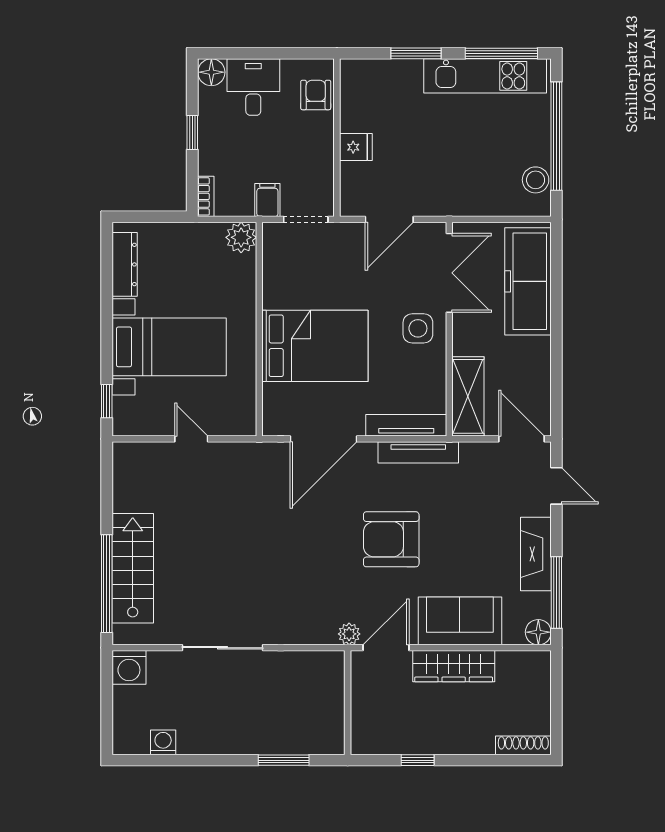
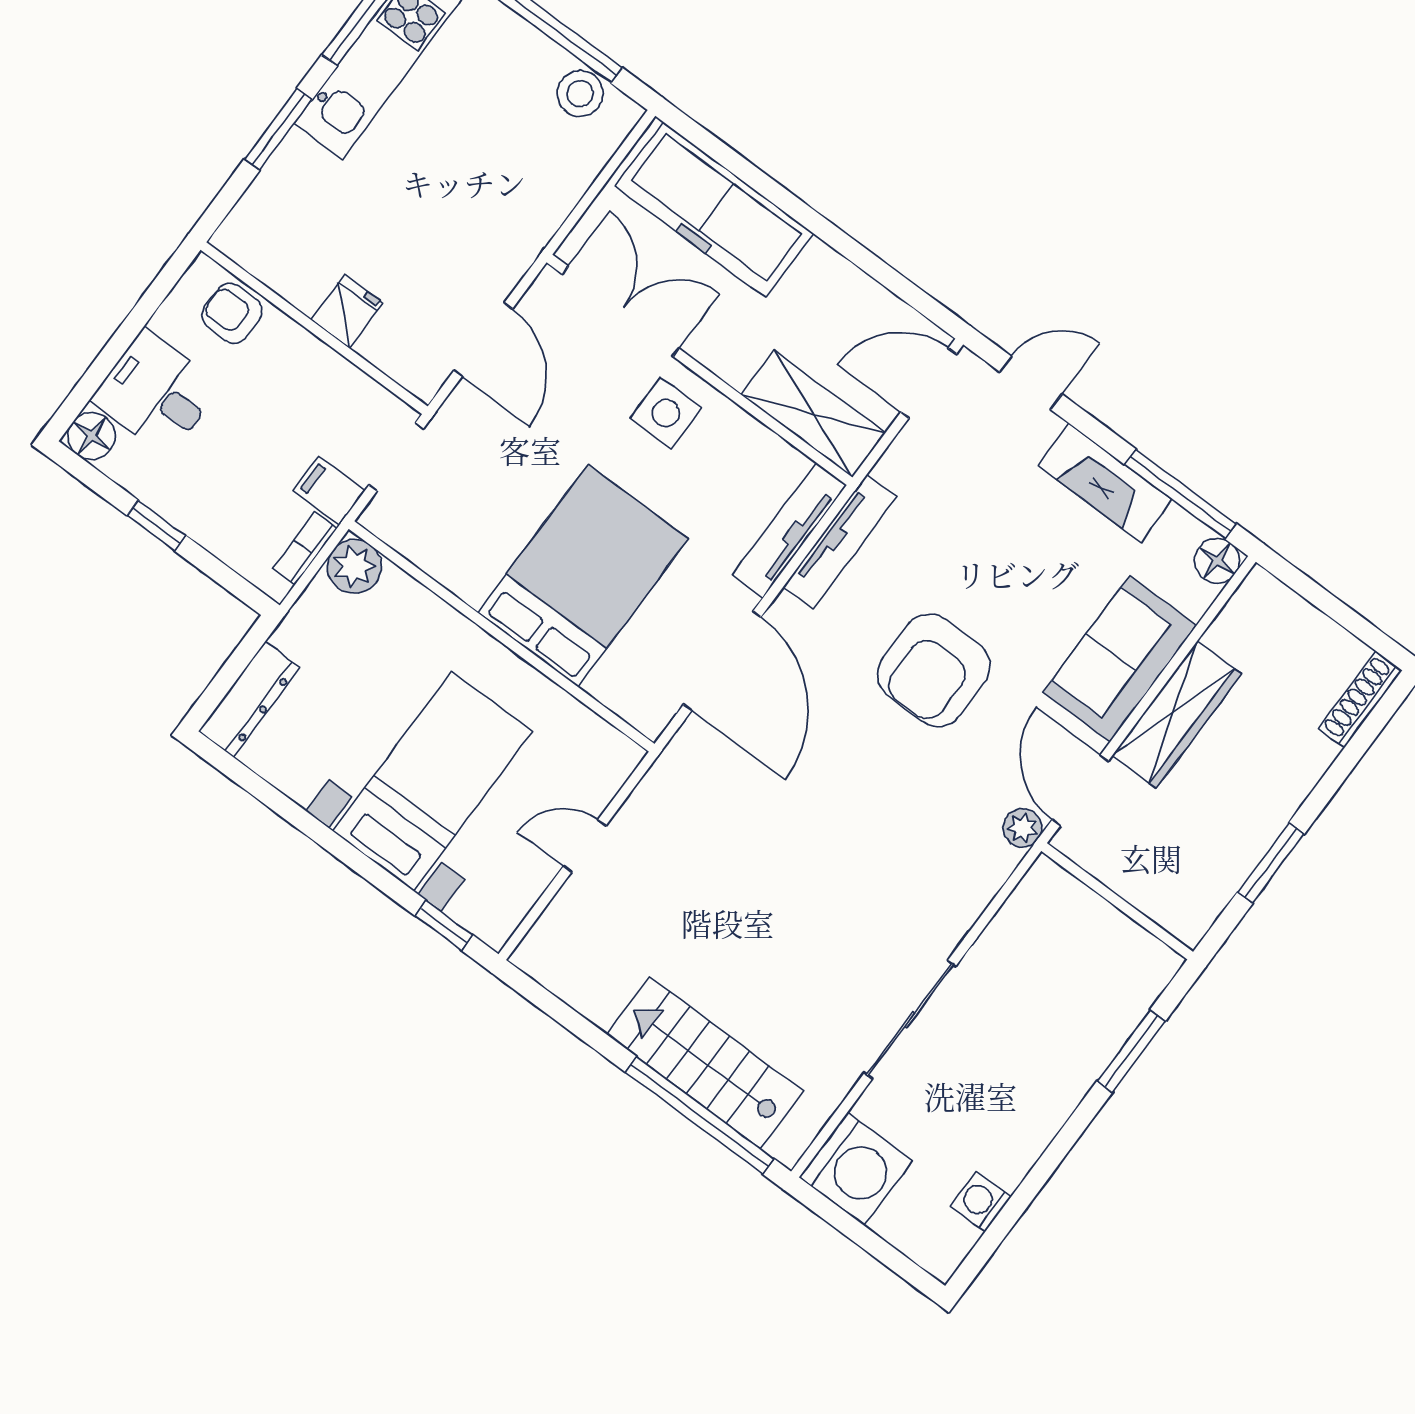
bookcase: (206, 196) -> (305, 548), moved, turned -90
dresser: (125, 264) -> (249, 699), moved, turned 90
washing machine: (129, 667) -> (856, 1169), width x1.37, depth x1.37
window: (418, 760) -> (1271, 863), width x1.50

